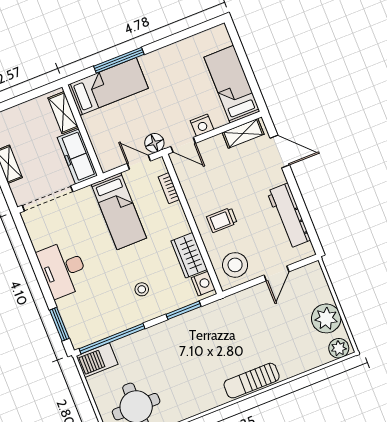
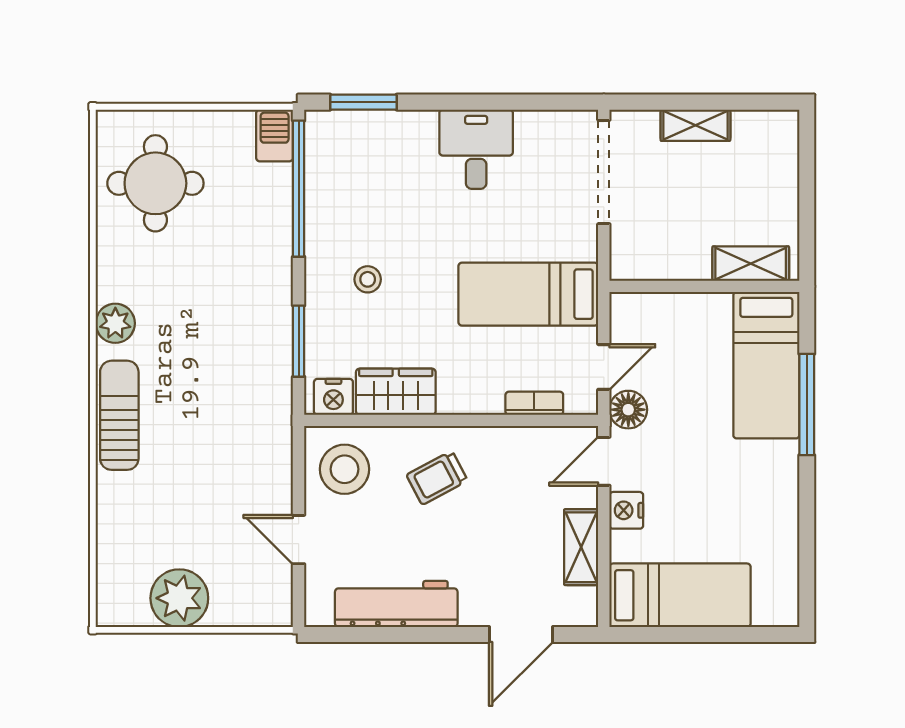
shelving: (243, 133) -> (581, 547), moved
freezer: (77, 157) -> (659, 258), removed
trolley: (222, 220) -> (437, 478), turned -118
desk: (63, 269) -> (476, 149), width x0.73
plant: (339, 348) -> (115, 323), moved
barbecue: (97, 360) -> (275, 135), width x0.73, depth x0.79

